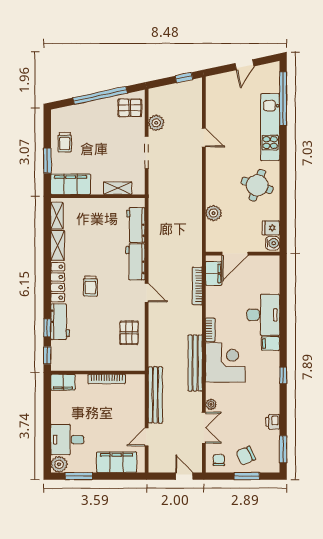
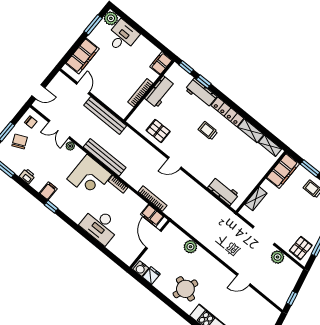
workbench: (135, 262) -> (160, 92), moved, turned 90
filing cabinet: (270, 344) -> (48, 191), moved

